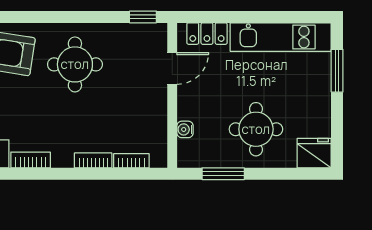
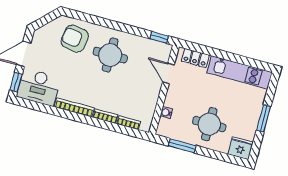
door: (172, 68) -> (168, 73), swing flipped
window: (337, 71) -> (264, 118), moved
bookcase: (31, 160) -> (74, 107), width x1.56

